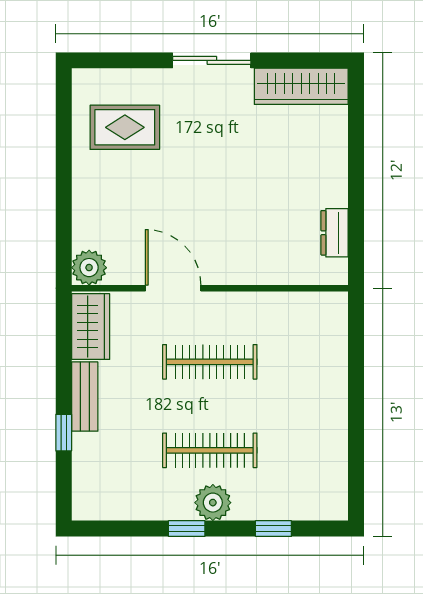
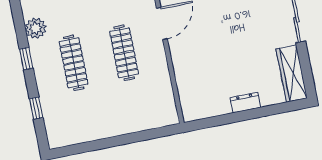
dresser: (334, 233) -> (245, 103), moved
plant: (213, 503) -> (36, 28), moved

